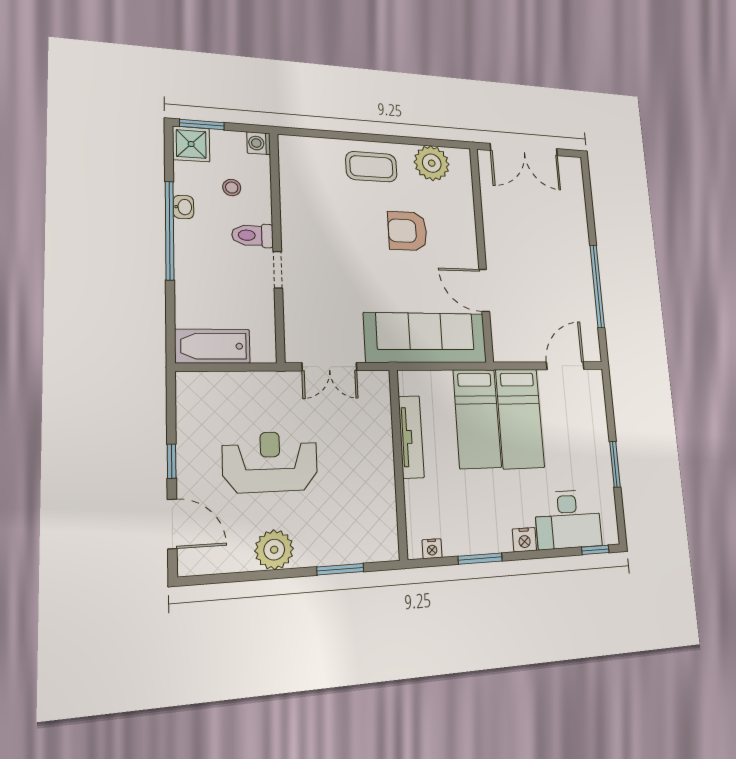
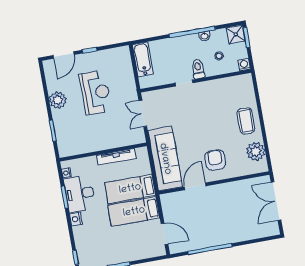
armchair: (407, 231) -> (215, 160), moved
desk: (568, 519) -> (80, 194), moved

